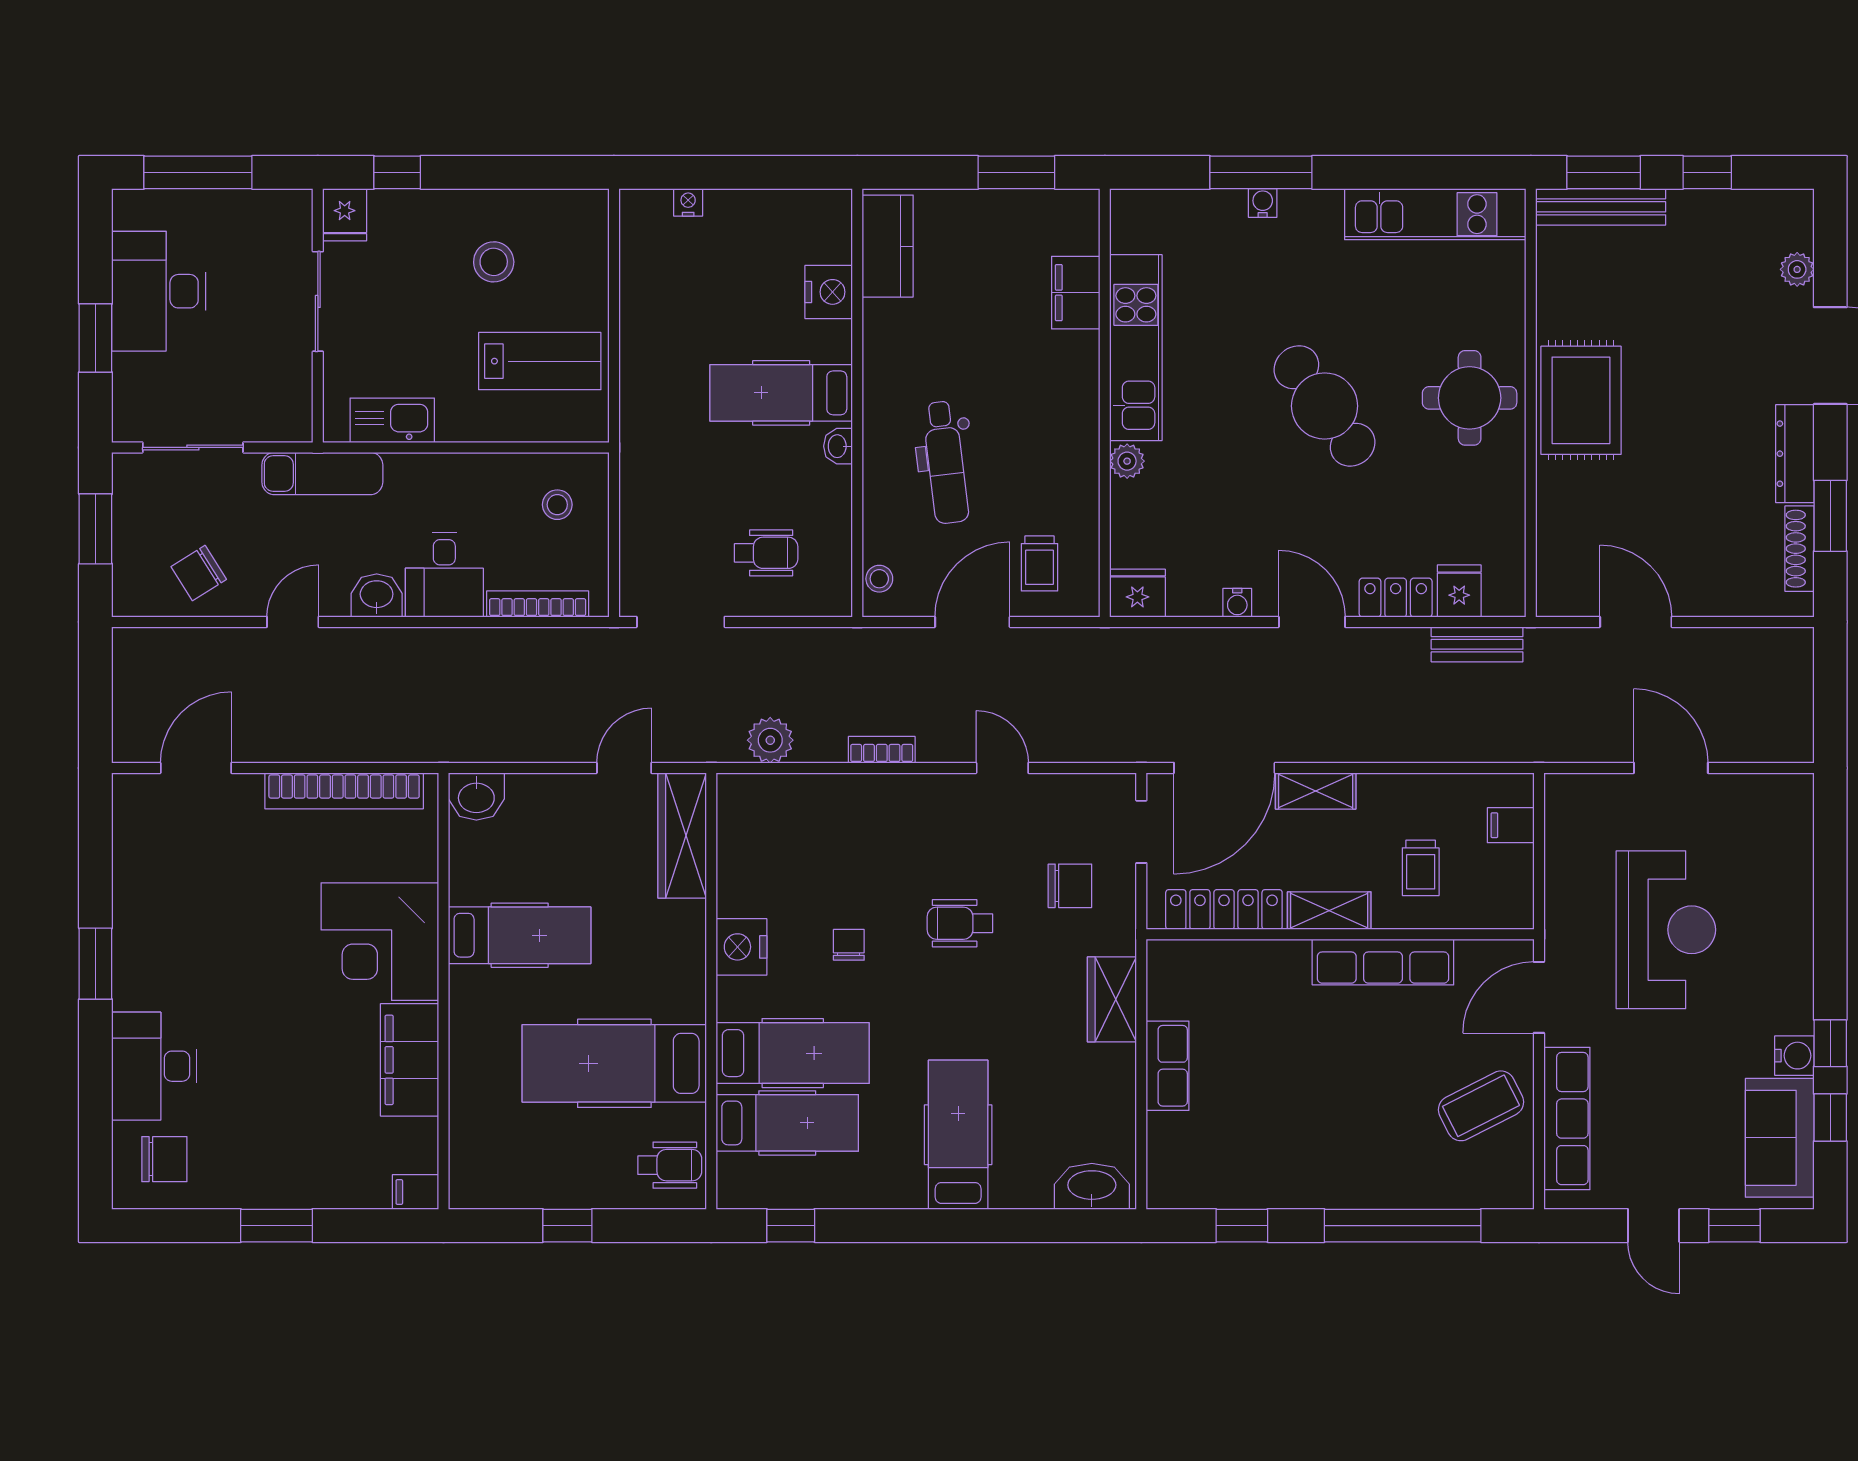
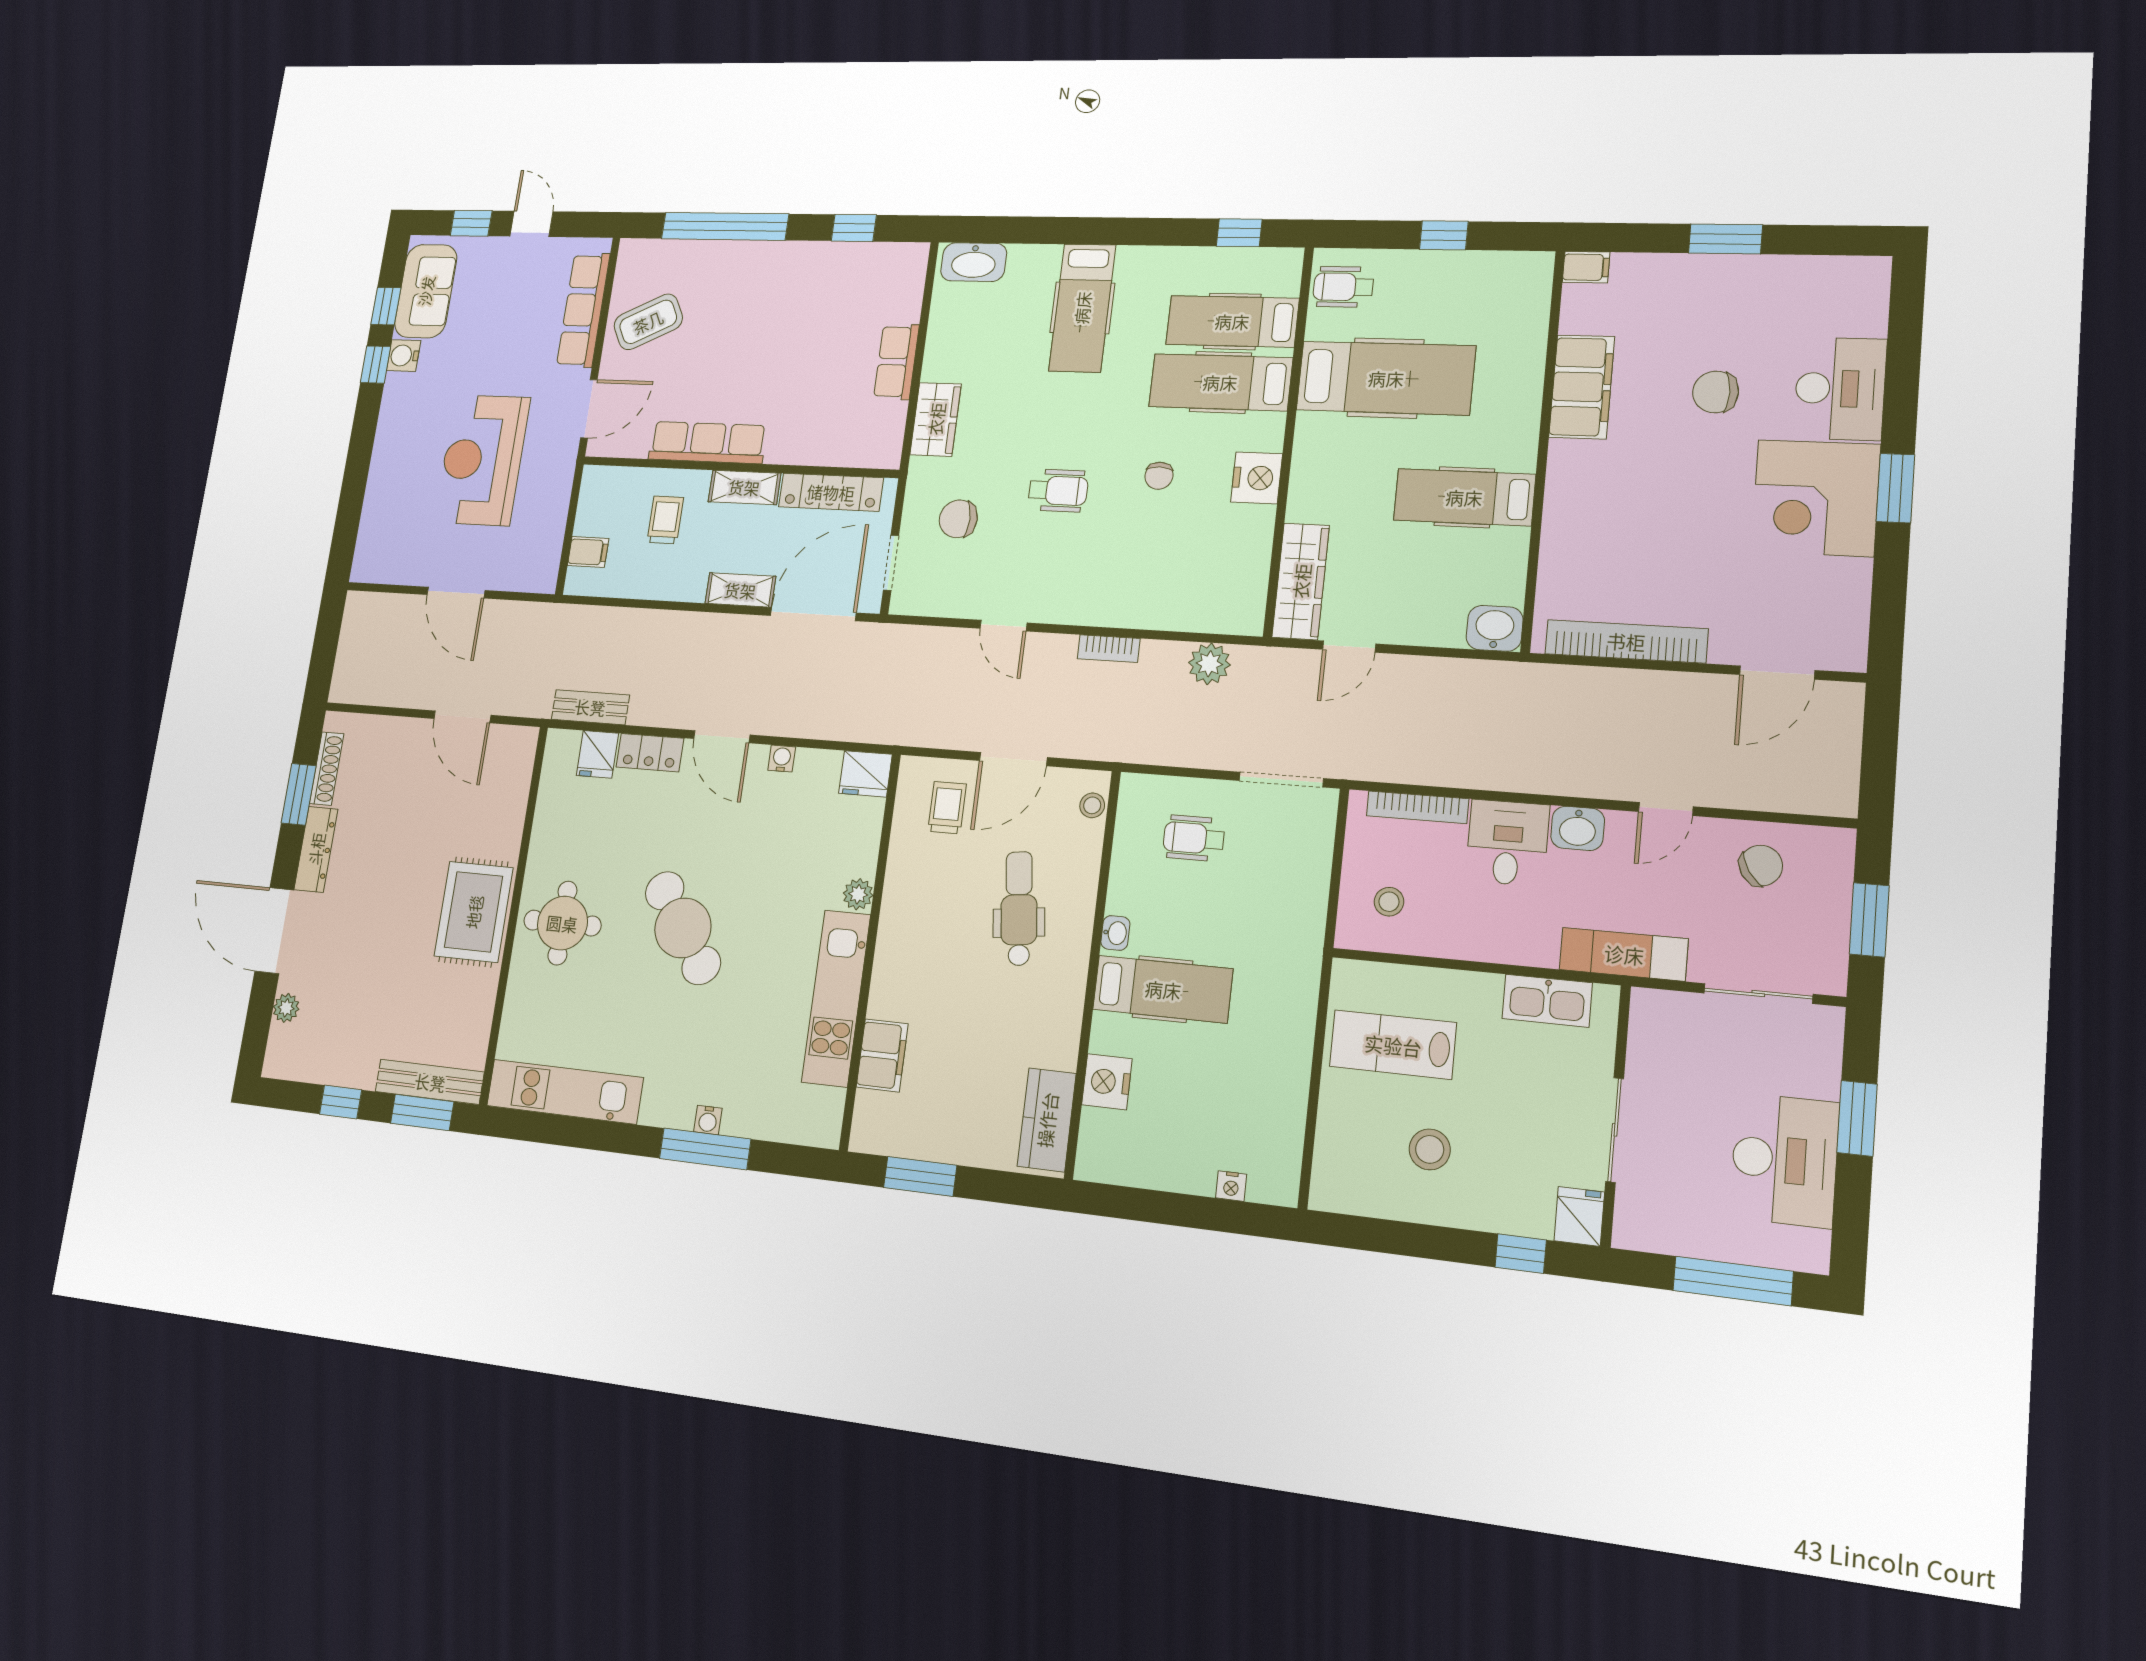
corner desk: (380, 942) -> (1816, 498), moved, turned 180
chair: (164, 1159) -> (1716, 392), moved

